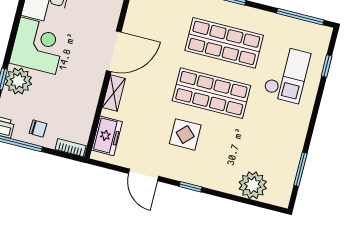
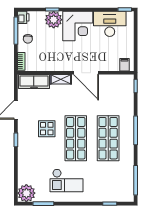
checkout: (287, 74) -> (66, 180), moved
freezer: (107, 136) -> (34, 82), width x1.40
plant: (253, 185) -> (26, 193), moved

